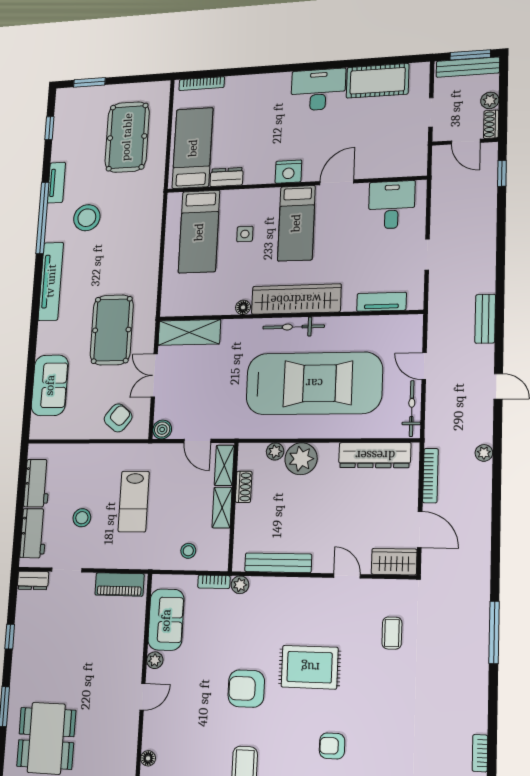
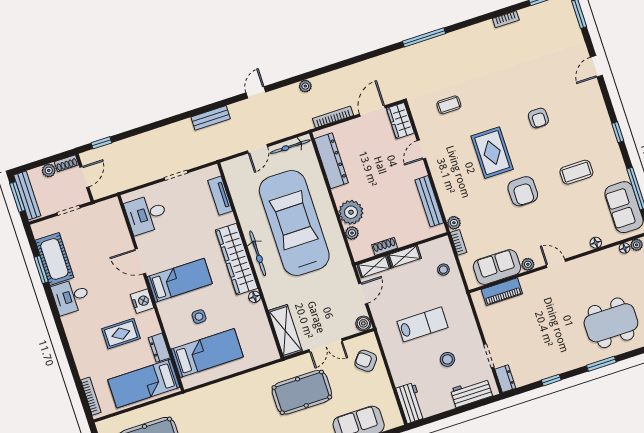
window: (371, 62) -> (41, 270), added
desk: (318, 90) -> (71, 296), width x0.73
rug: (260, 137) -> (121, 334), added
workbench: (37, 483) -> (411, 403), moved, turned 90
piano: (119, 584) -> (502, 292), moved, turned 90

